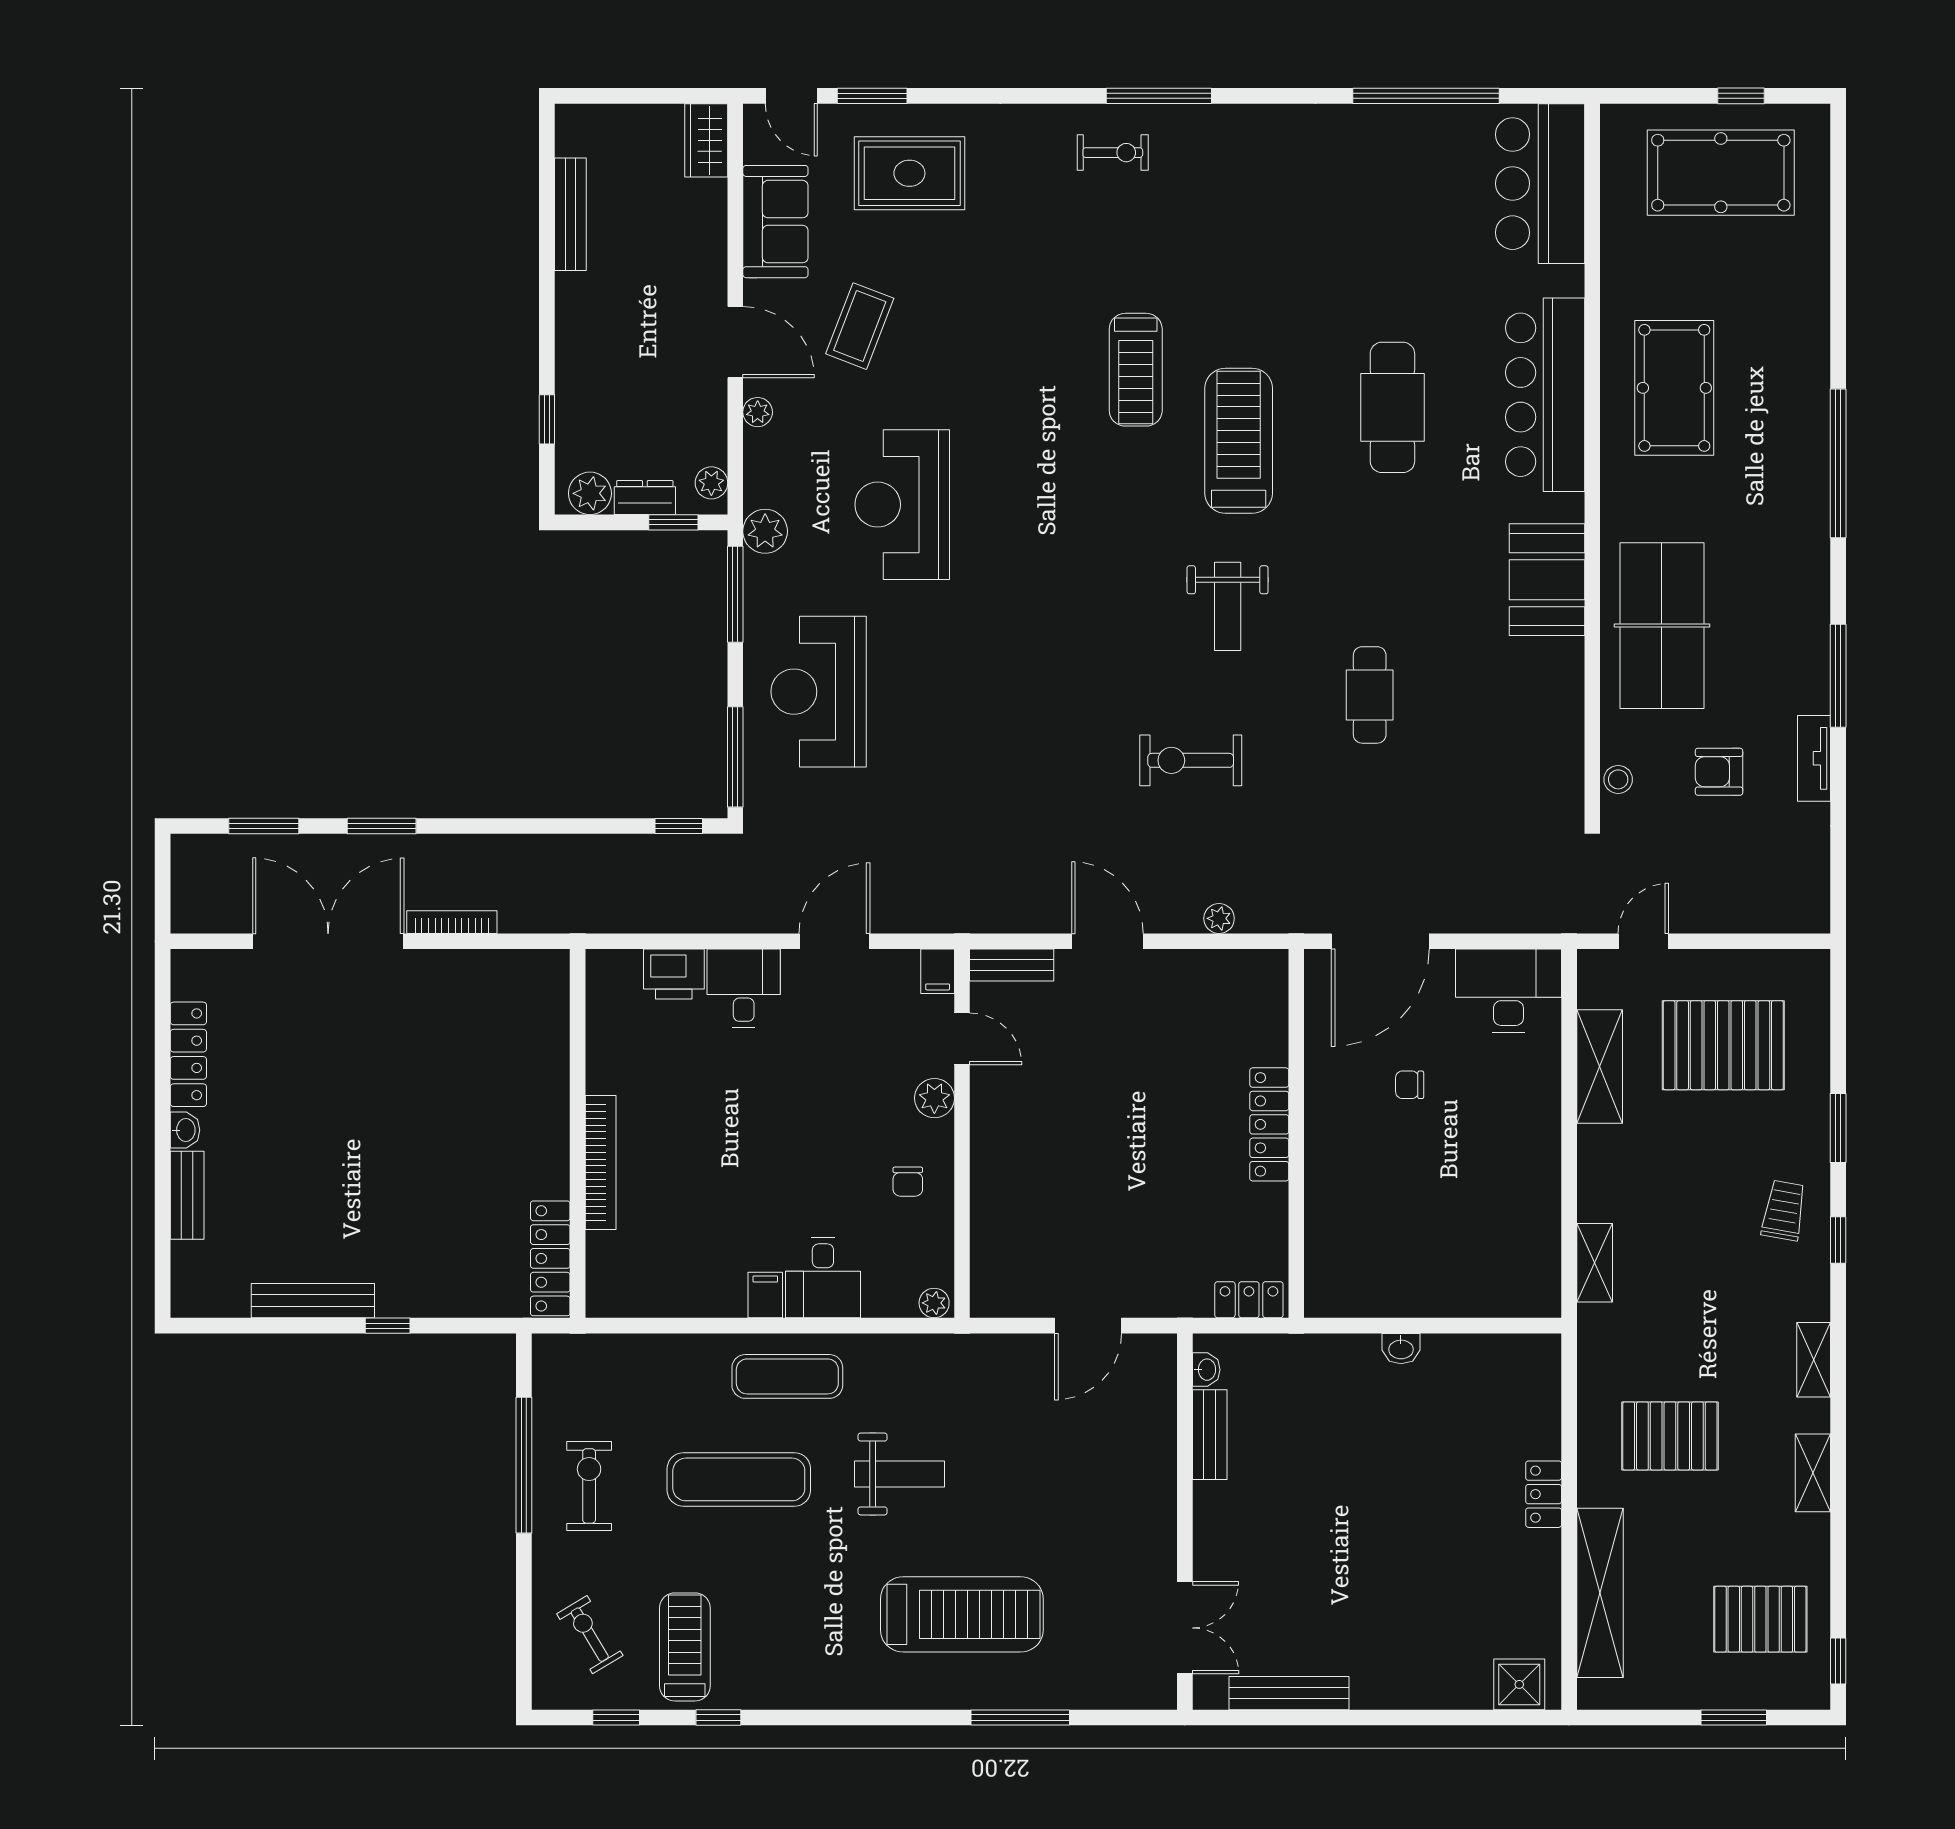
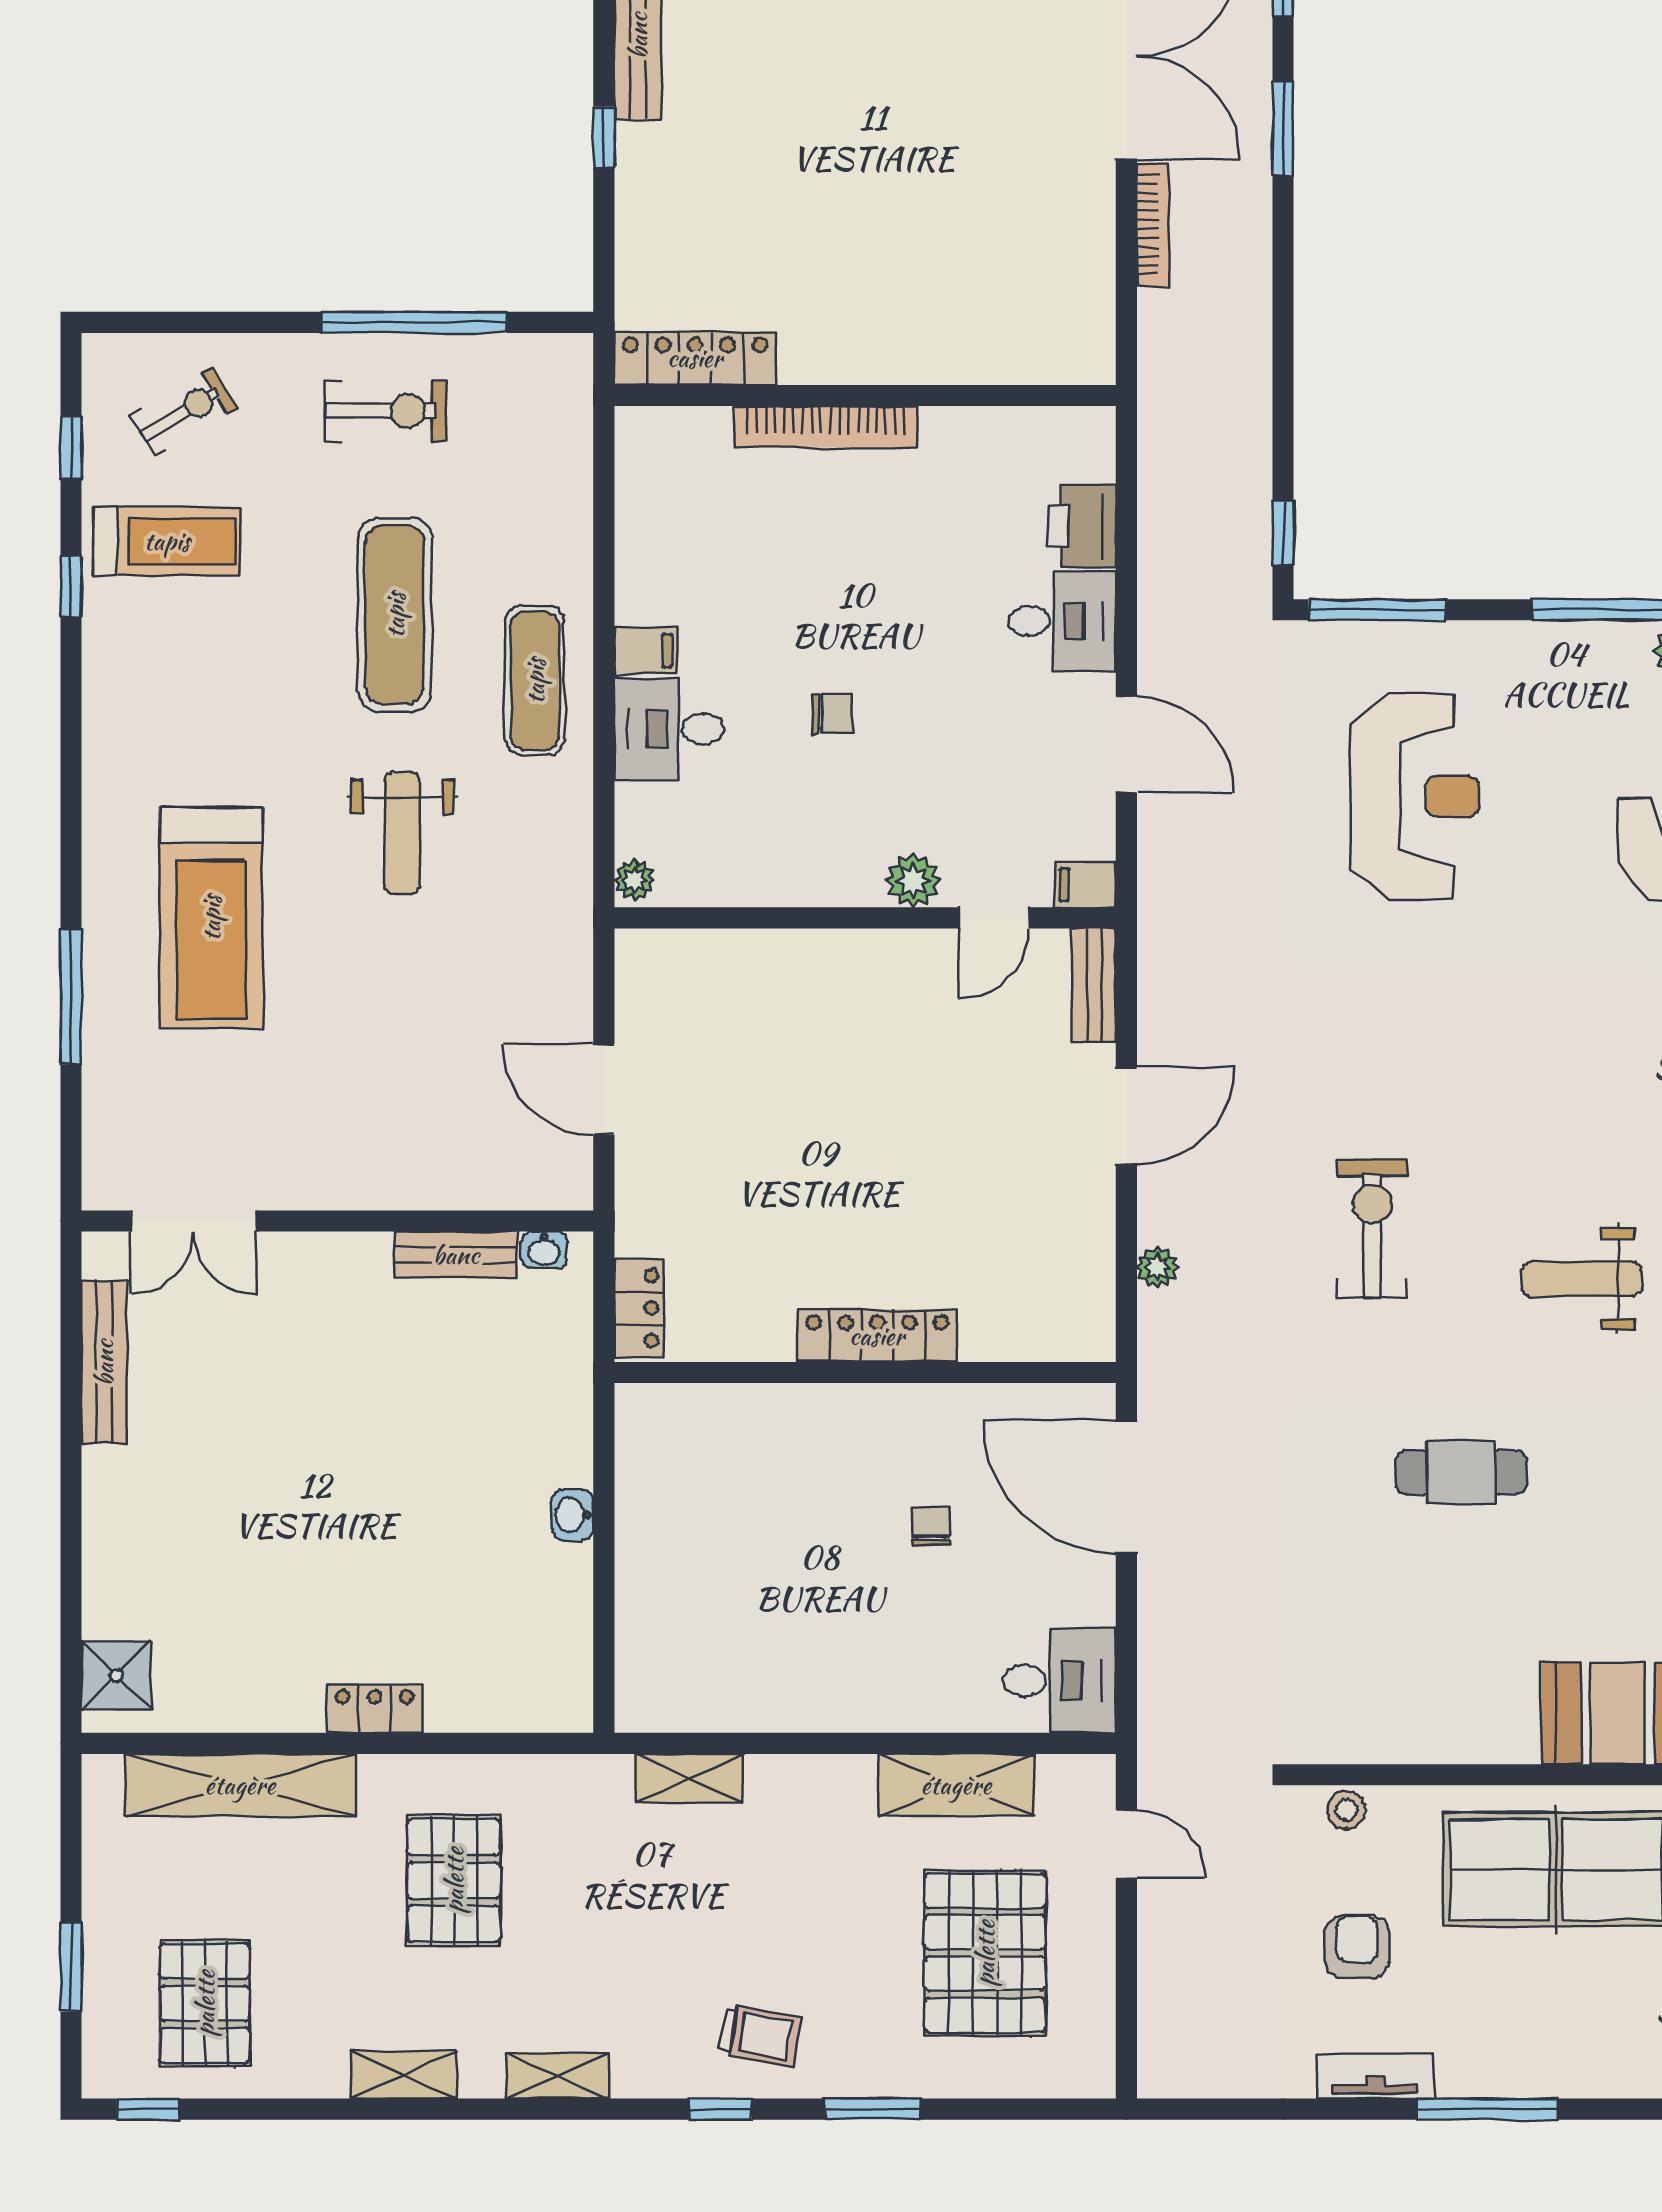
reception desk: (819, 692) -> (1415, 796), moved, turned 90
desk: (1508, 991) -> (1059, 1680), width x0.73
chair: (908, 1182) -> (833, 714), moved, turned 180

